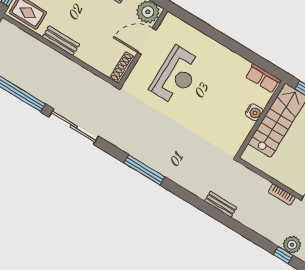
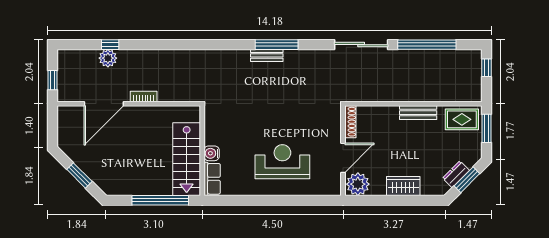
reception desk: (176, 75) -> (282, 162), moved, turned 90
row of seats: (263, 78) -> (212, 179), moved, turned 90
bench: (221, 204) -> (267, 55), moved

